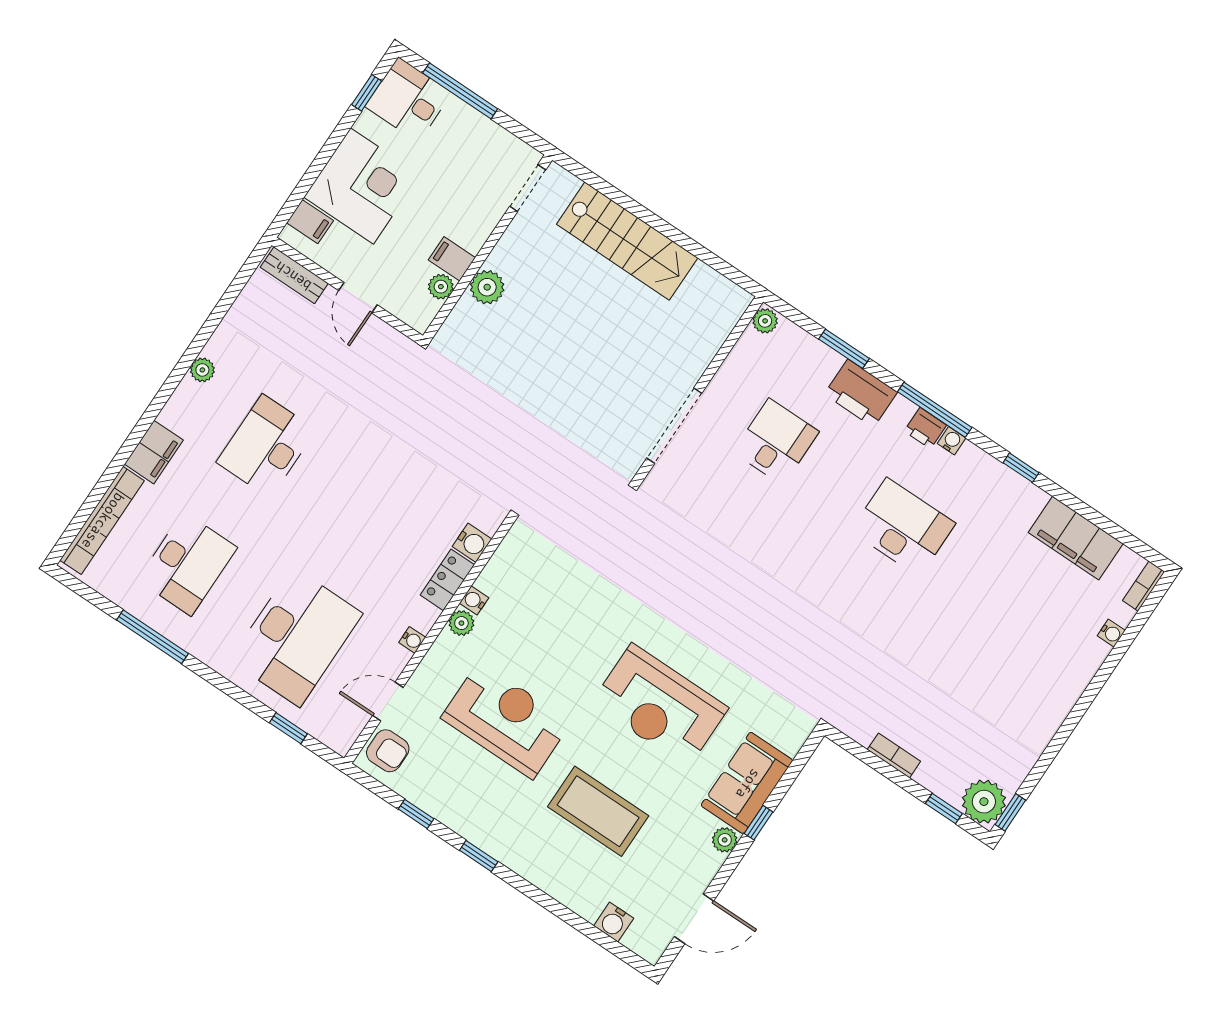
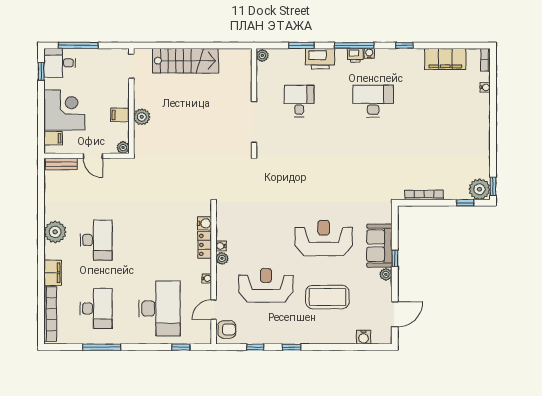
plant: (441, 287) -> (123, 148), moved
plant: (202, 370) -> (55, 232), width x1.88, depth x1.88
desk: (266, 446) -> (96, 240), turned 180
reception desk: (660, 705) -> (324, 238), turned 180
bookcase: (894, 755) -> (424, 195), width x1.56

